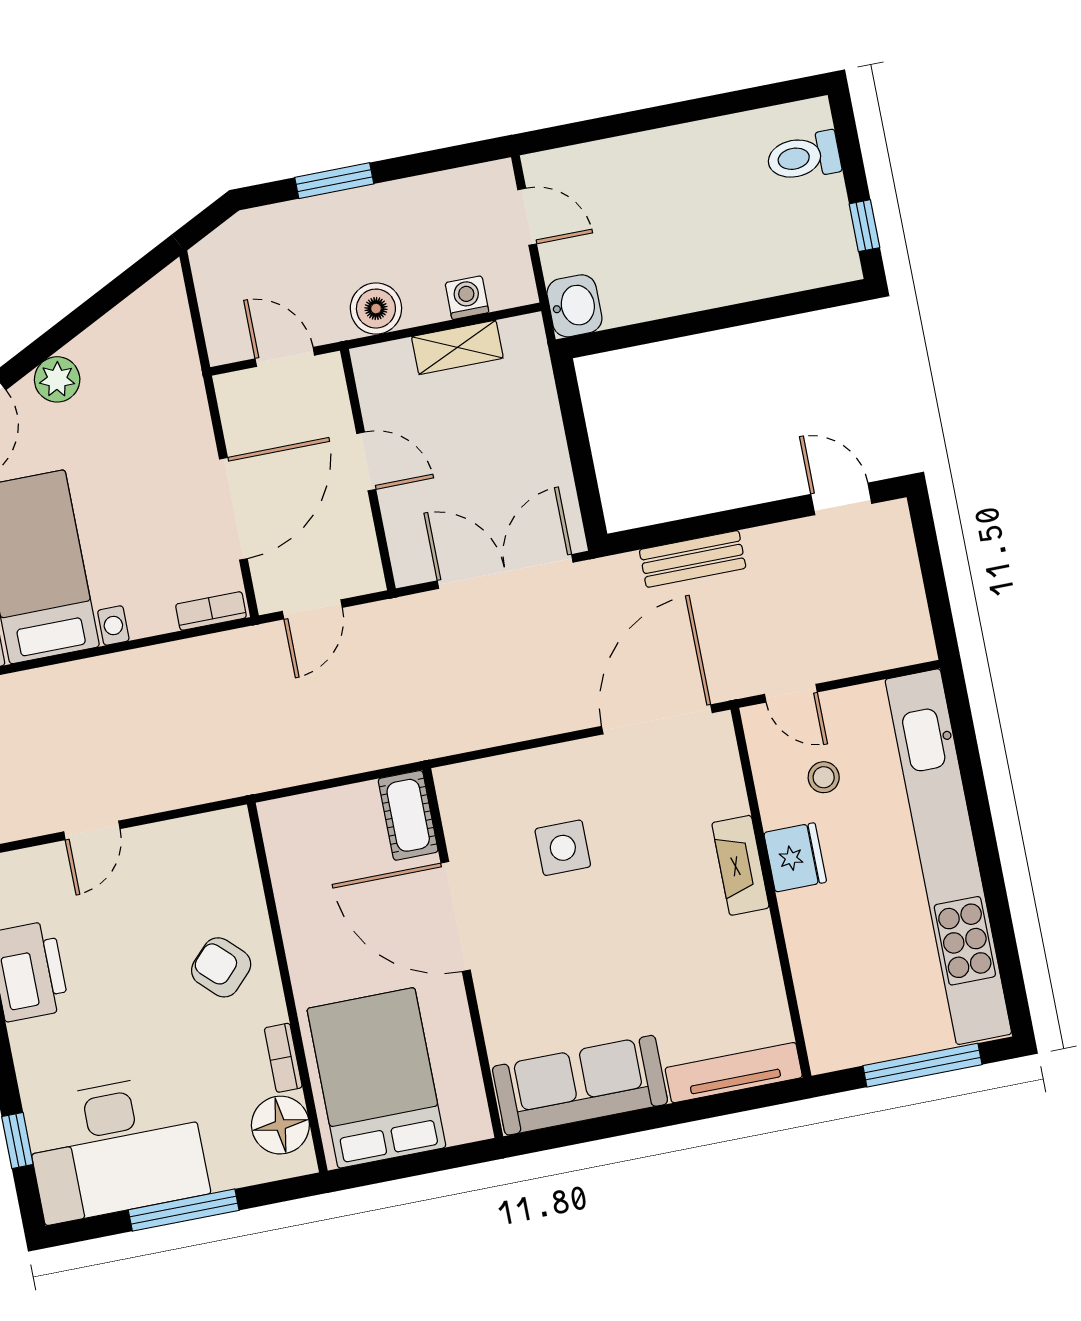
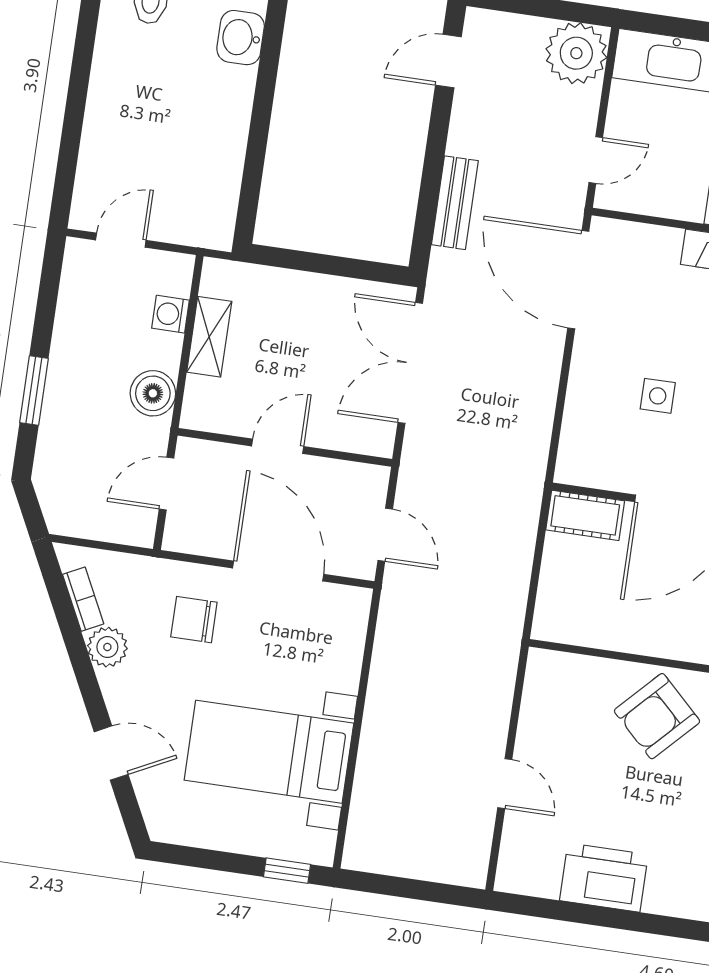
washbasin: (574, 306) -> (241, 38), moved, turned -90
plant: (57, 379) -> (107, 647), moved
chair: (150, 437) -> (194, 620), added
bookcase: (211, 611) -> (83, 599), moved, turned 153
plant: (898, 632) -> (576, 53), added
stool: (824, 777) -> (675, 157), removed
side table: (563, 848) -> (658, 396), width x0.73, depth x0.73
armchair: (221, 967) -> (657, 716), width x1.38, depth x1.38

